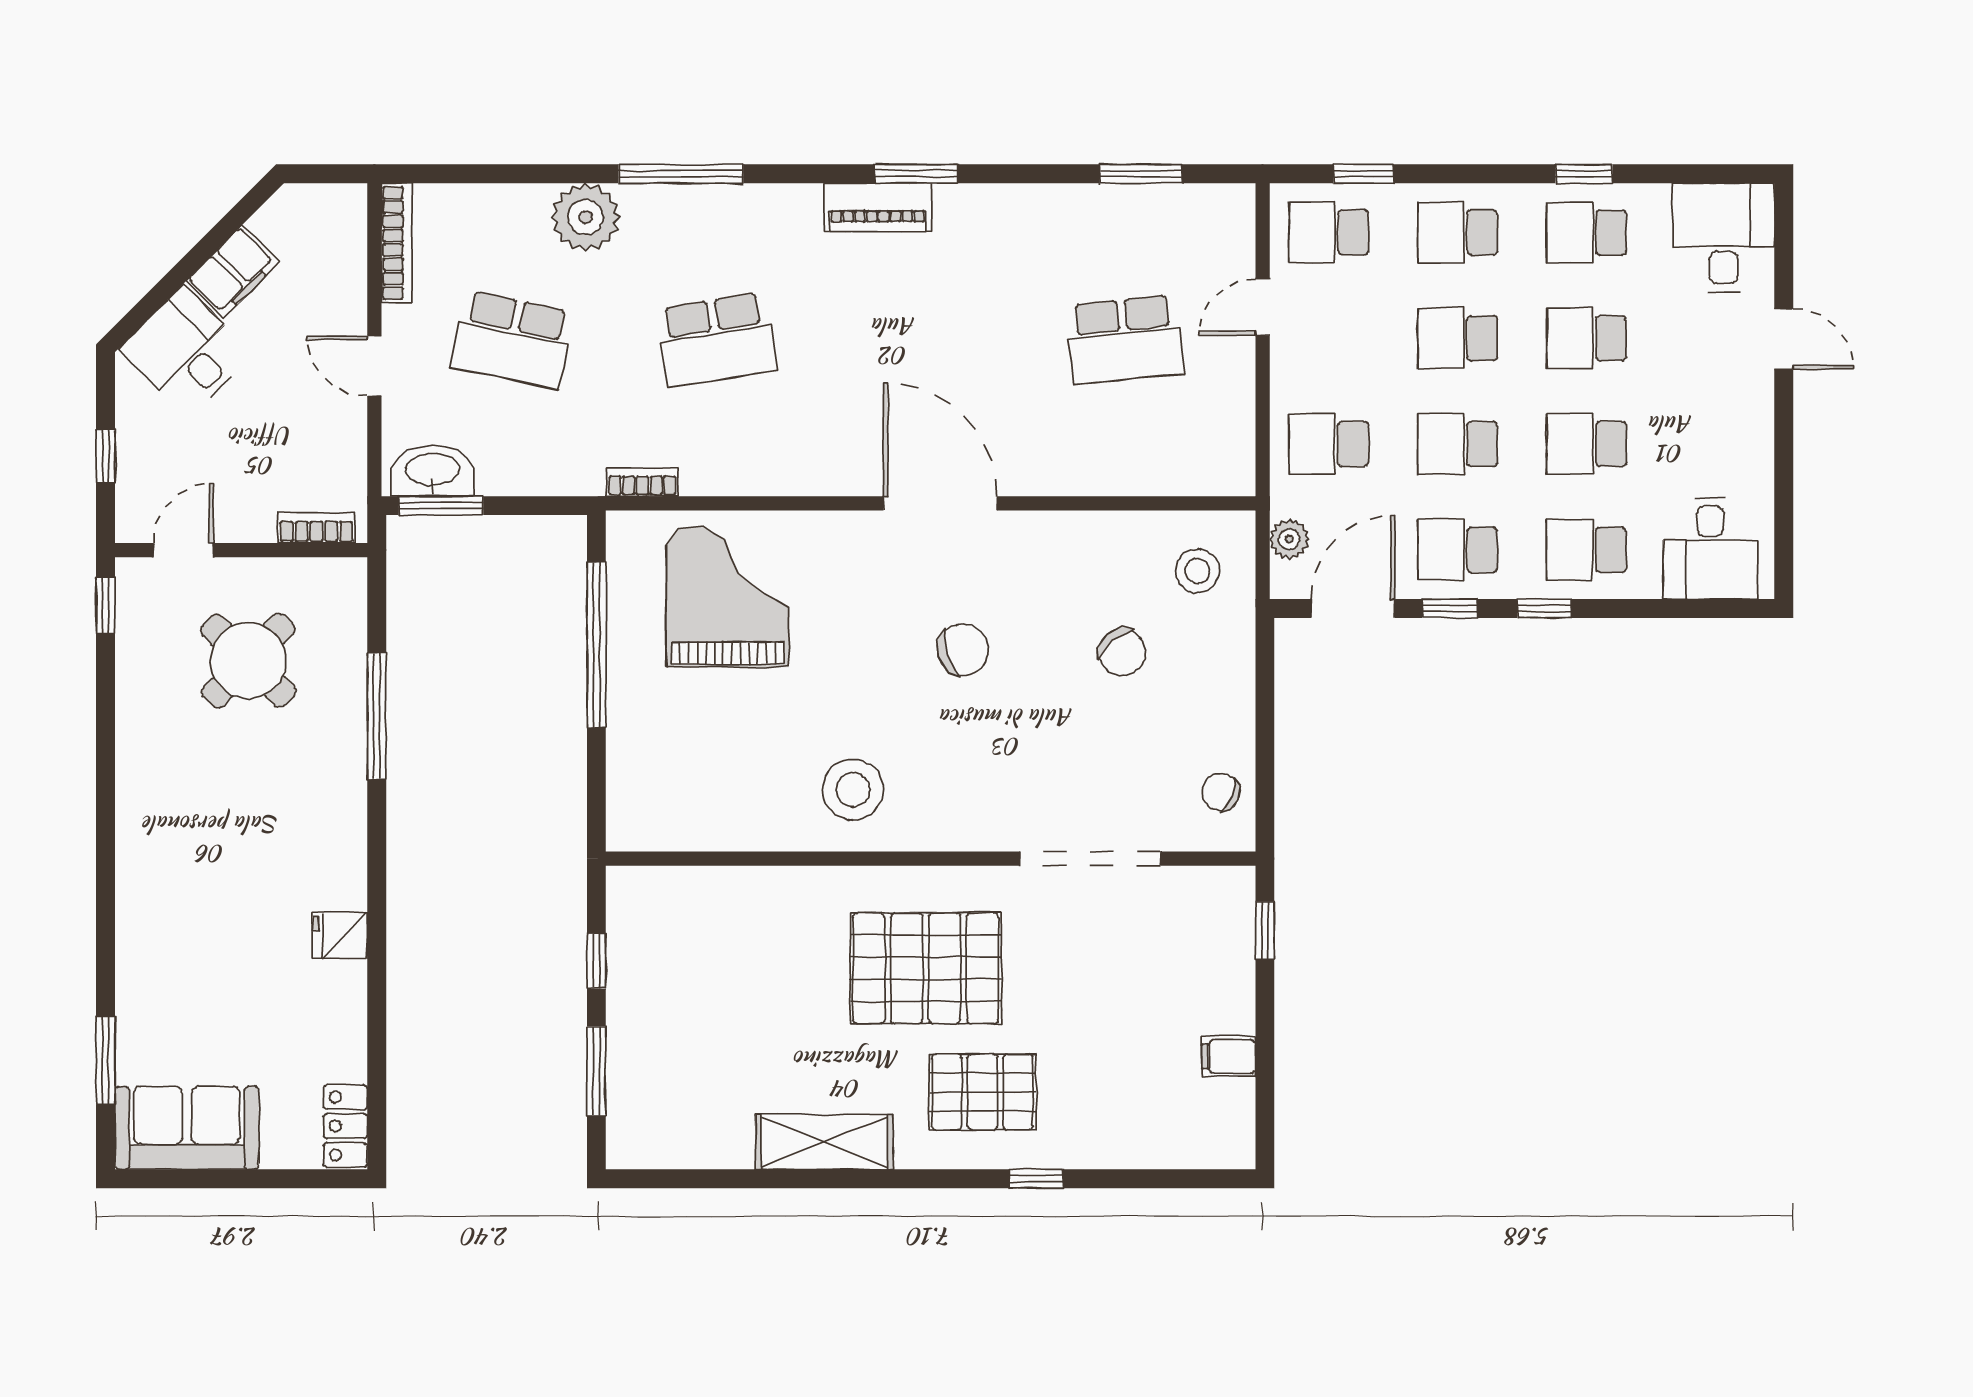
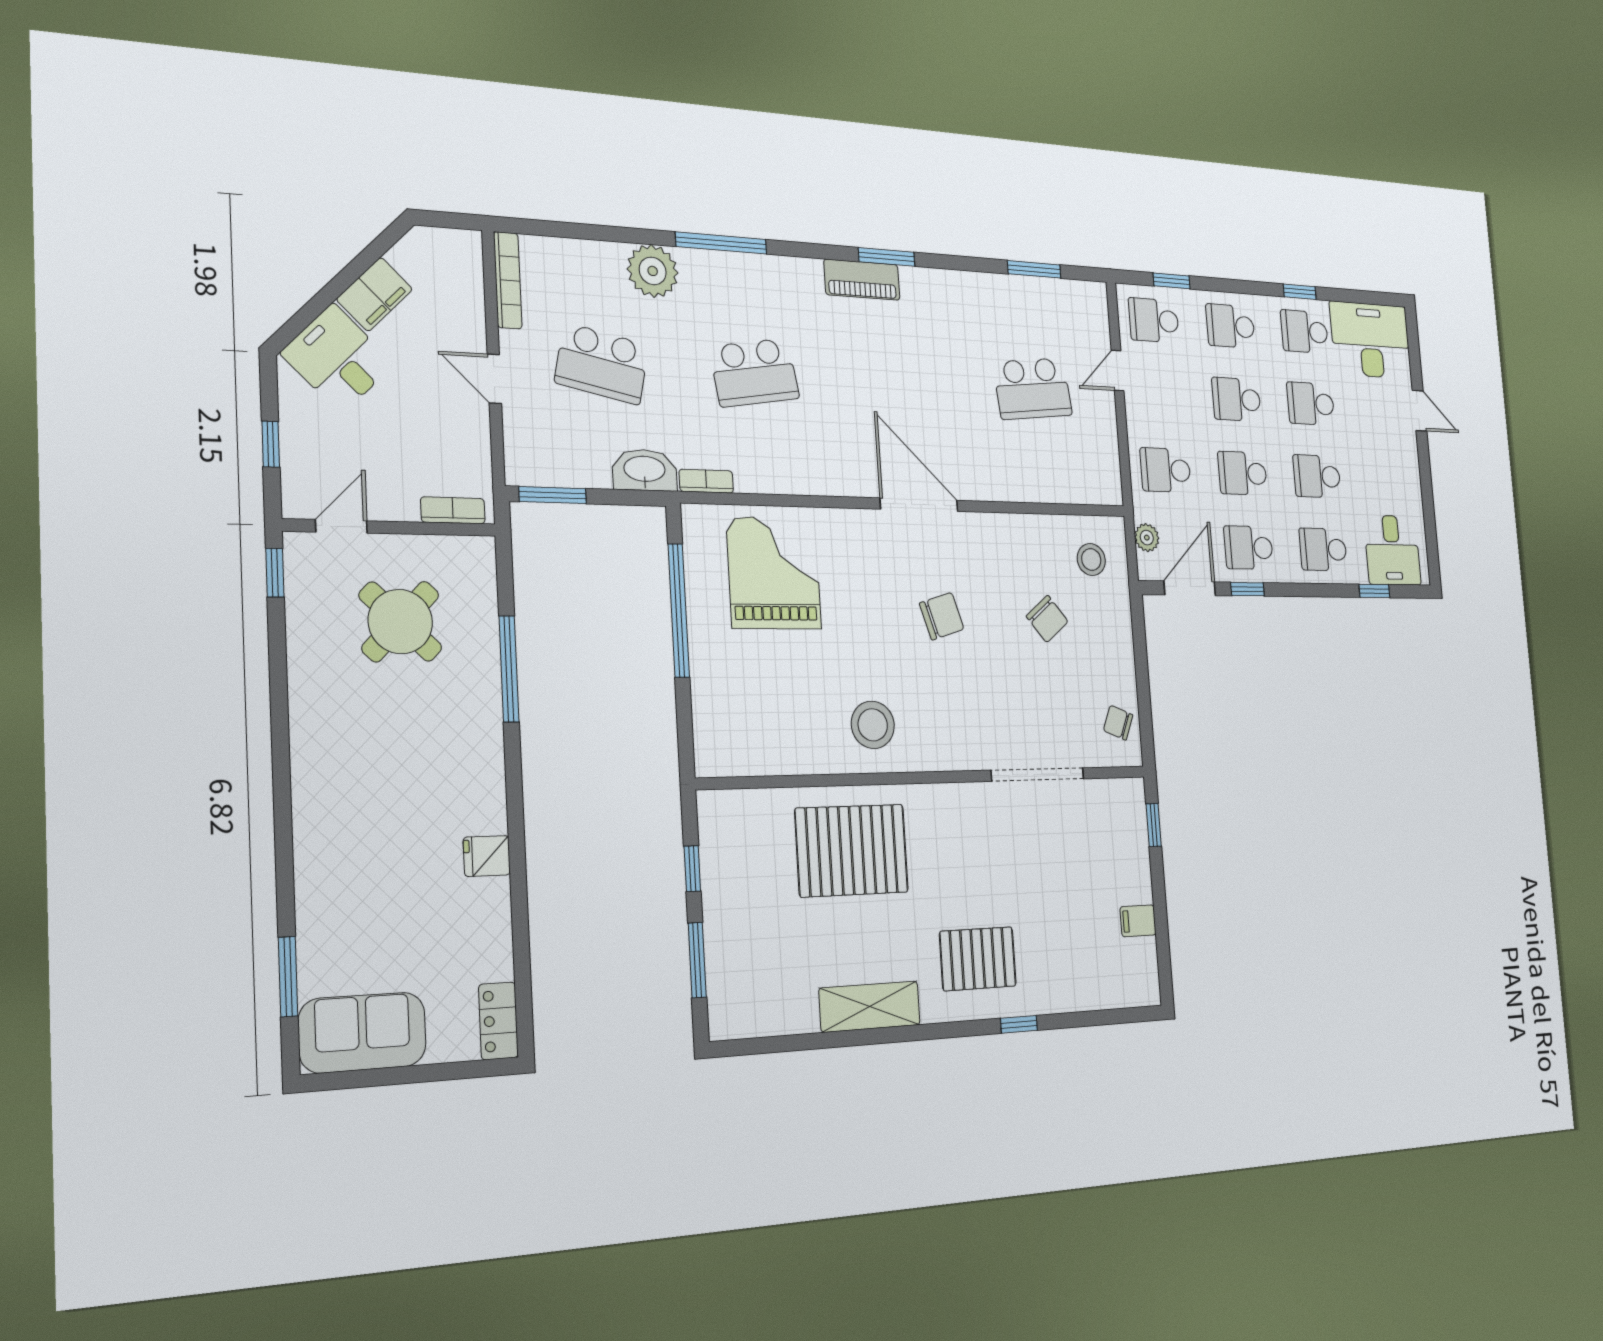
desk: (1724, 238) -> (1371, 340), width x1.37
washbasin: (432, 471) -> (645, 470), moved
window: (1545, 608) -> (1374, 591), moved
pallet: (926, 968) -> (852, 850), moved

